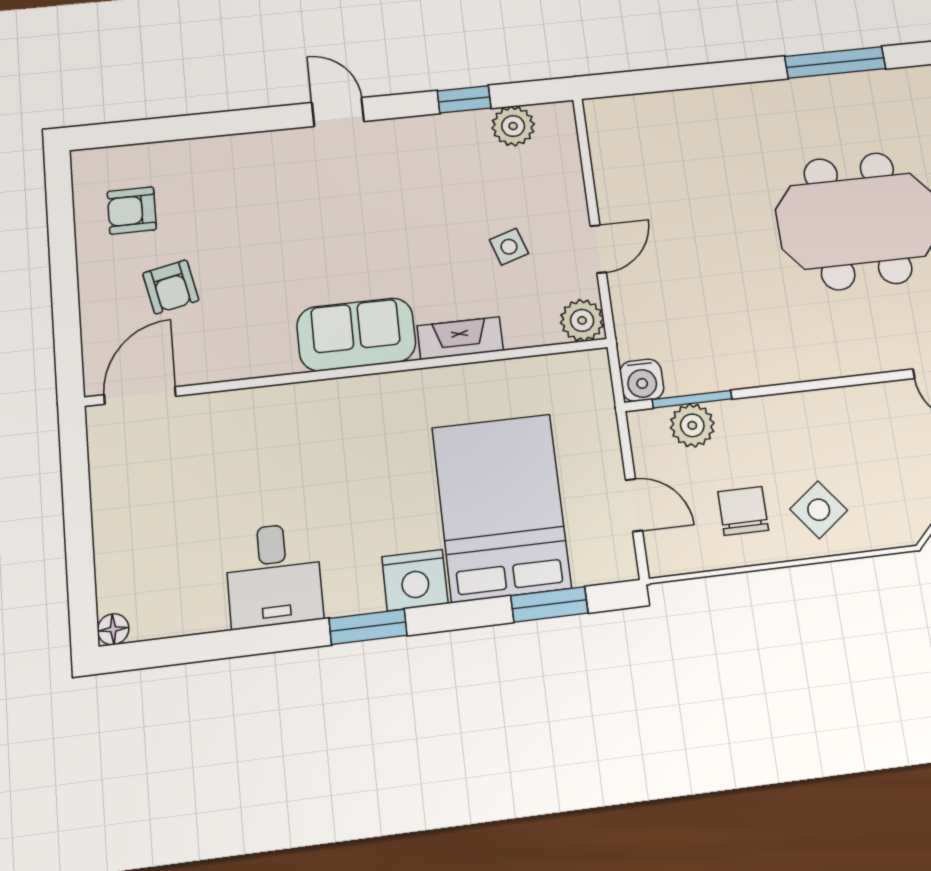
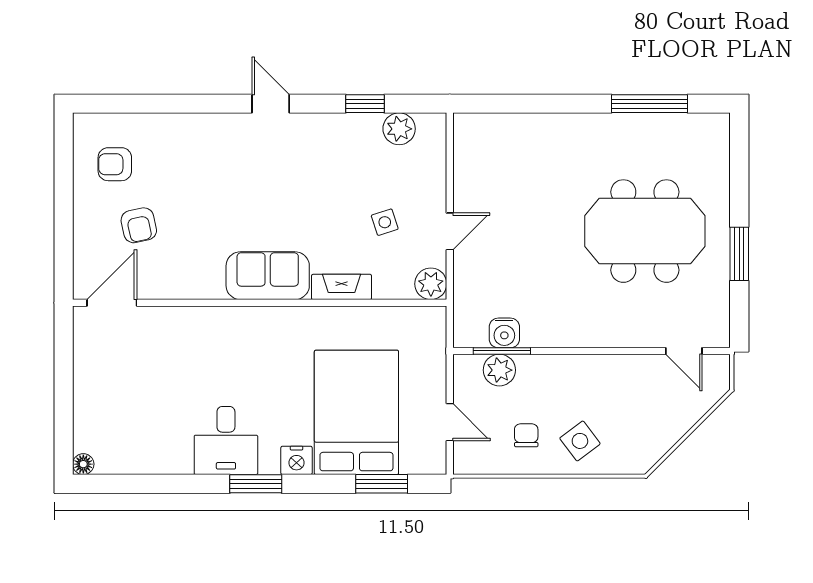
water cooler: (642, 380) -> (504, 333), moved
chair: (743, 511) -> (526, 435), width x0.73, depth x0.73
desk: (274, 575) -> (226, 441), moved
nightstand: (415, 580) -> (297, 460), width x0.74, depth x0.75

